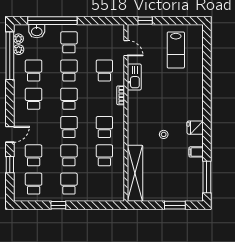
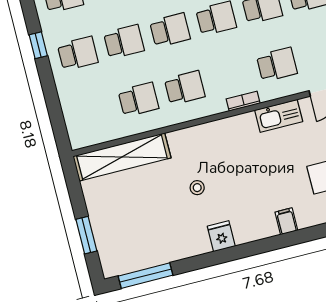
filing cabinet: (196, 152) -> (286, 221), moved

